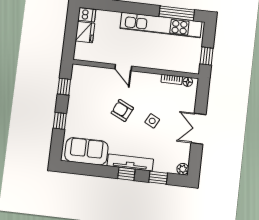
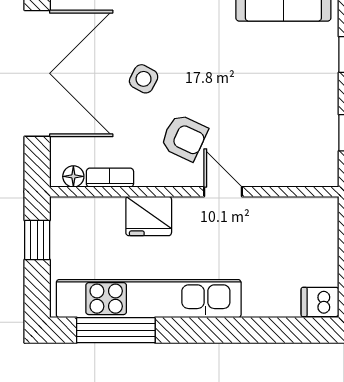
fridge: (85, 32) -> (149, 216), moved, turned -90
armchair: (122, 110) -> (184, 138), moved
double door: (199, 129) -> (37, 73), width x1.87

